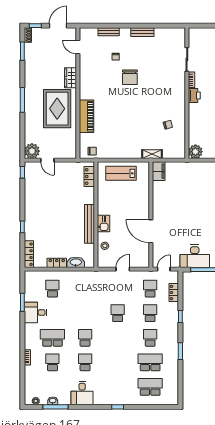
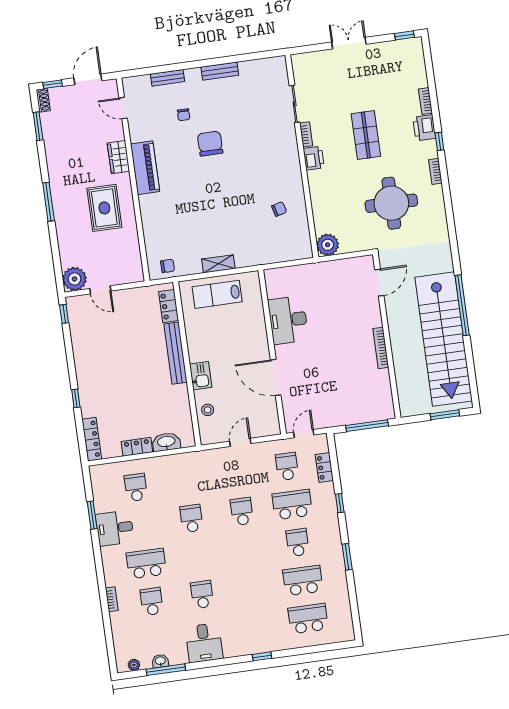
chair: (130, 77) -> (210, 144), turned 180
rug: (57, 109) -> (104, 208), width x0.73, depth x0.69
piano: (86, 116) -> (145, 168), moved
shelving: (152, 154) -> (218, 264), moved
filing cabinet: (159, 171) -> (275, 283), removed
bench: (89, 224) -> (175, 353), moved
desk: (195, 256) -> (288, 320), moved, turned 90
school desk: (150, 313) -> (292, 505), width x1.85
school desk: (85, 338) -> (191, 519), moved

